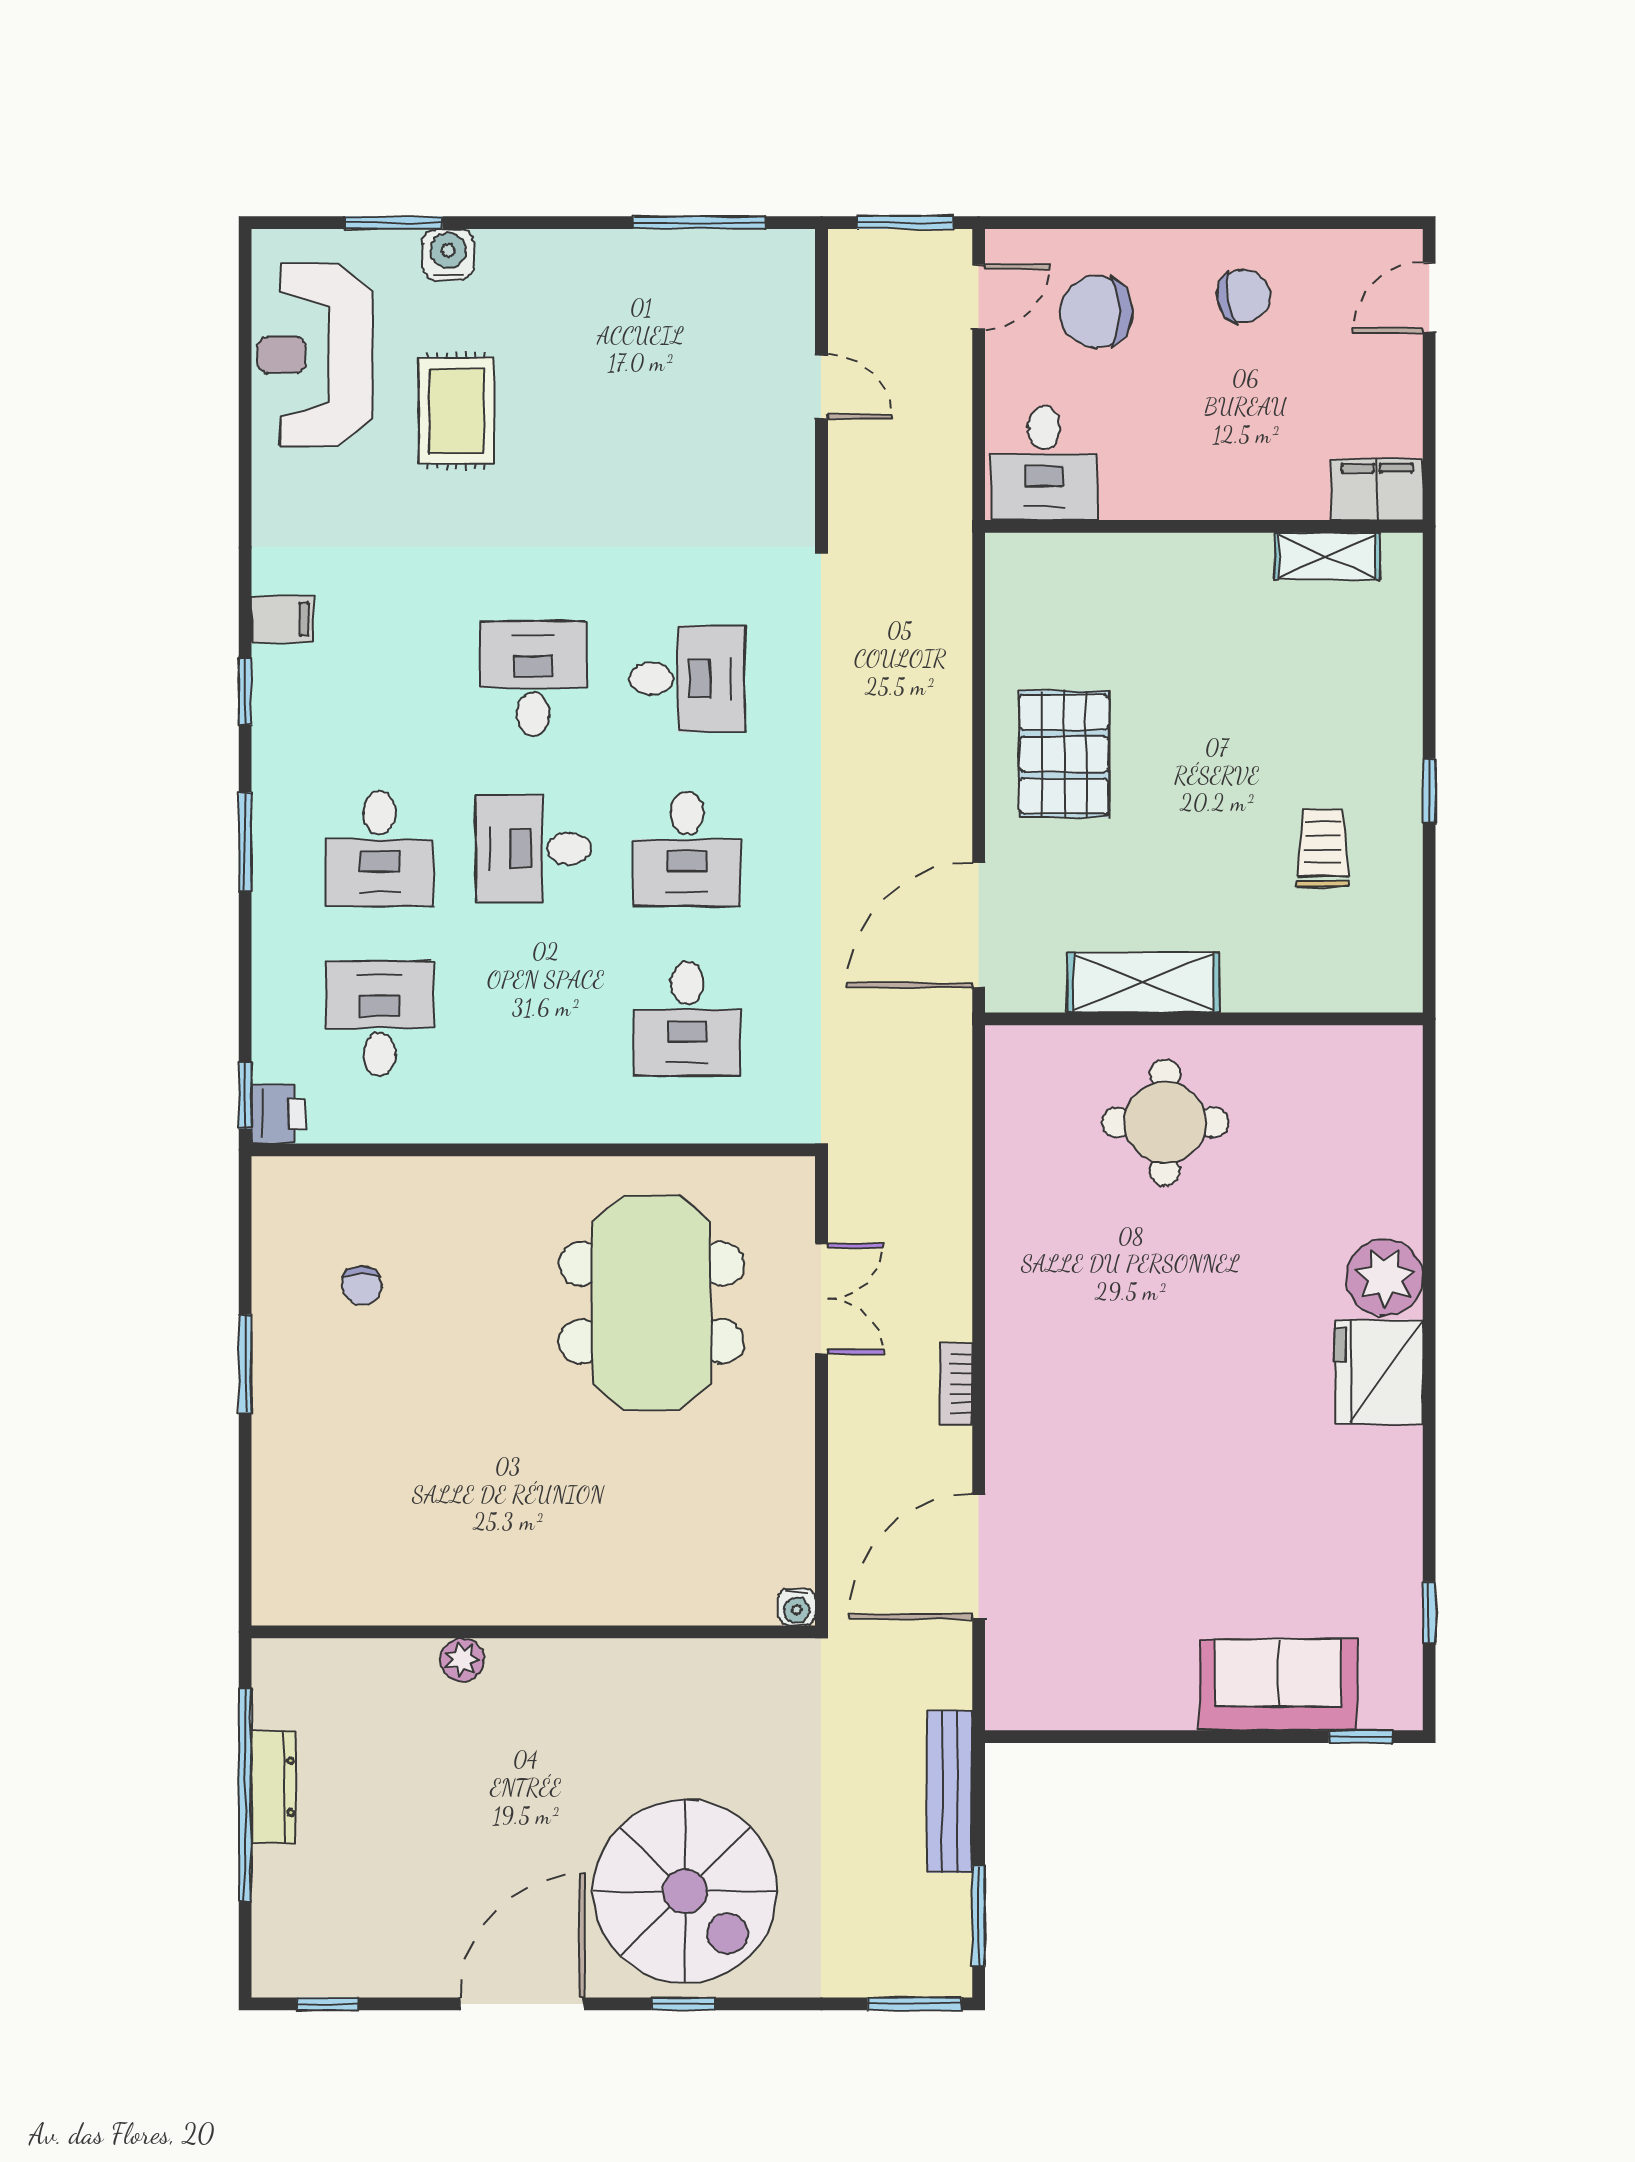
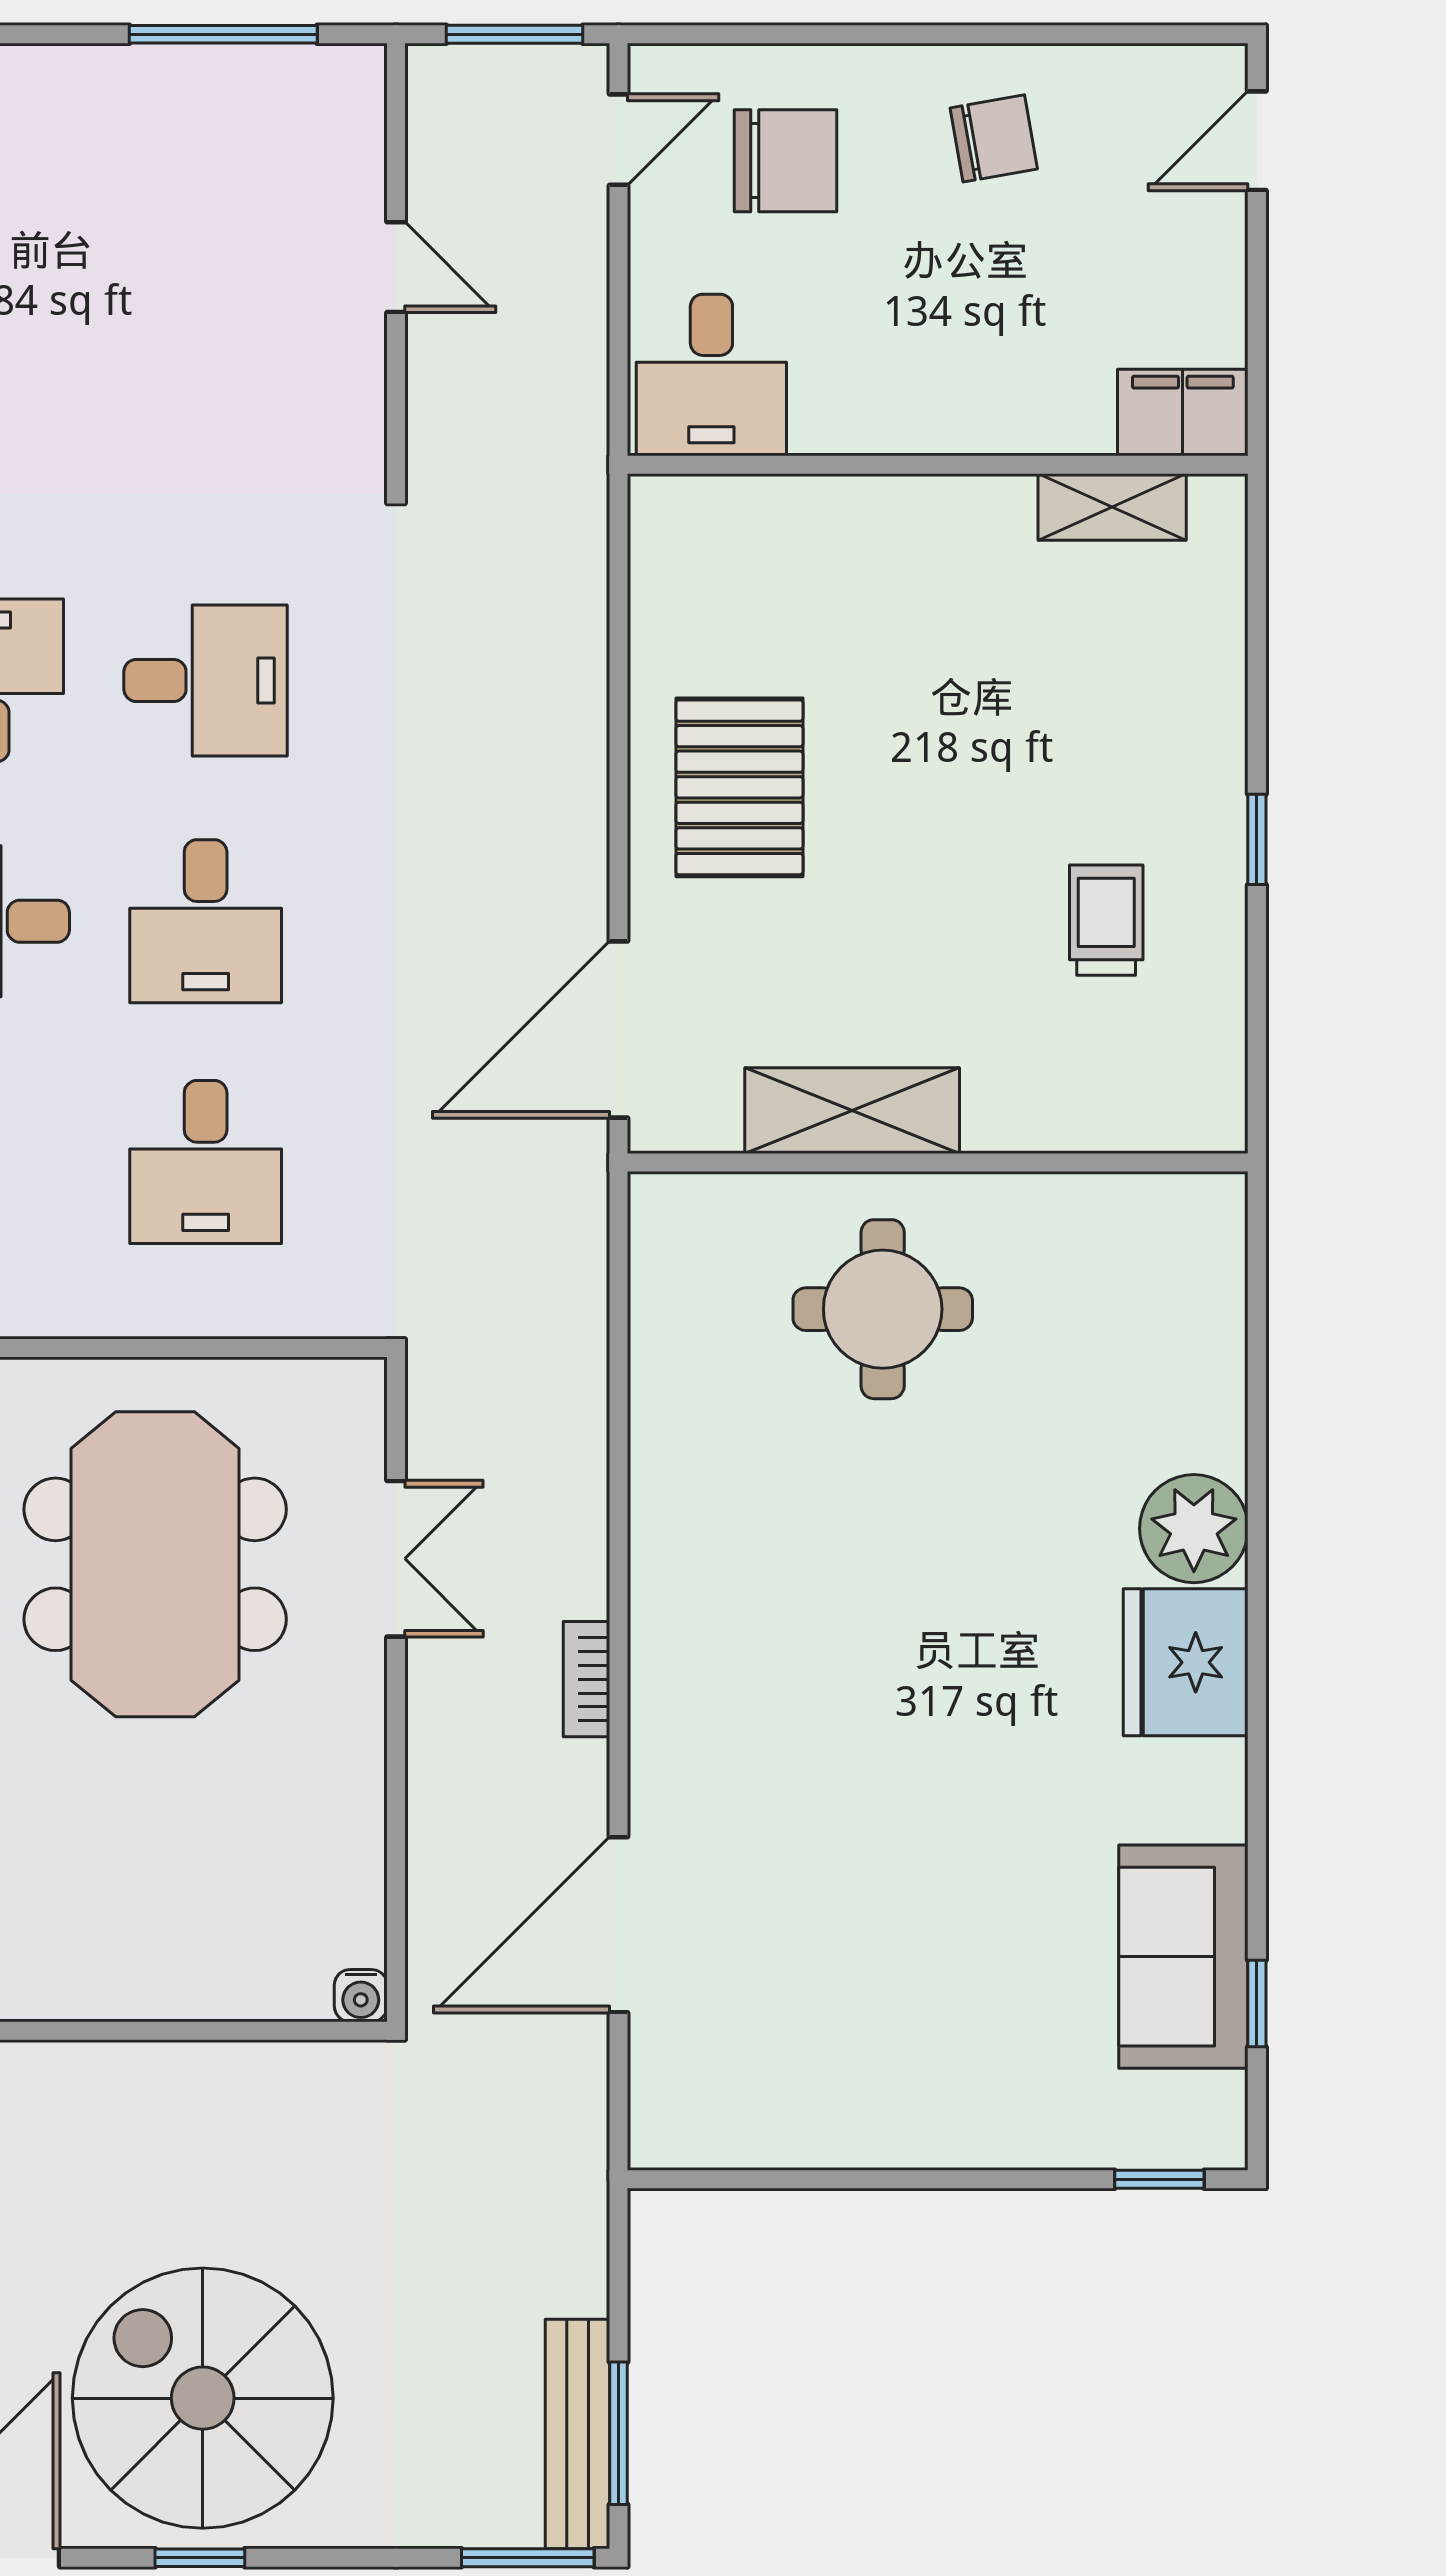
chair: (1096, 312) -> (785, 161), turned 180
sofa: (1278, 1685) -> (1183, 1957), moved, turned -90
bench: (950, 1792) -> (578, 2434), moved
spiral stairs: (685, 1891) -> (203, 2398), turned 180

